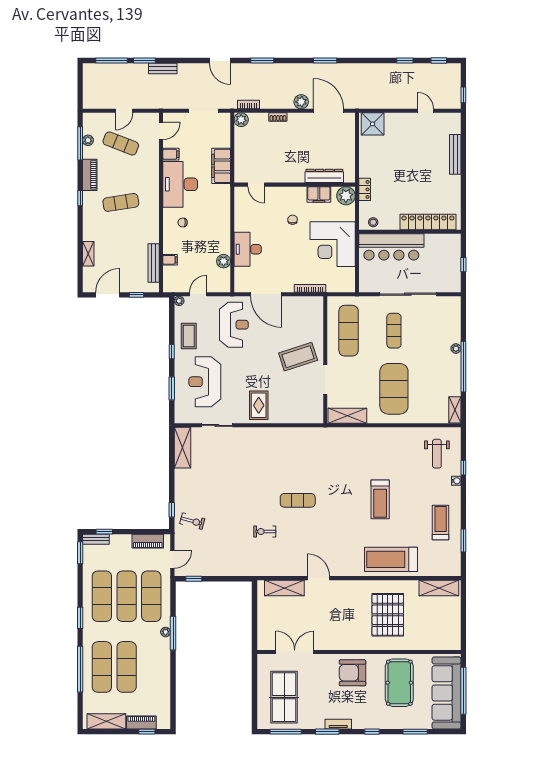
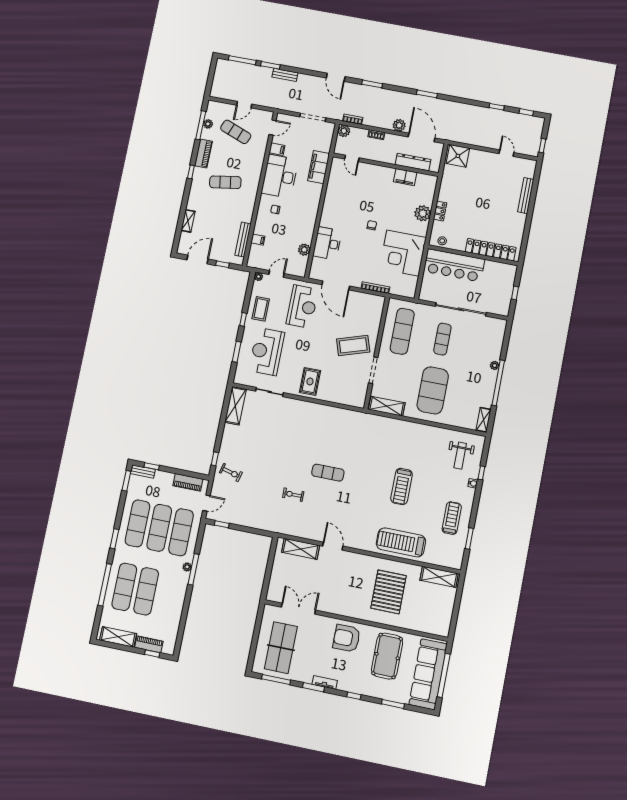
dresser: (324, 176) -> (413, 162), moved
door: (256, 185) -> (352, 158), moved
wall: (295, 185) -> (386, 165), moved
filing cabinet: (319, 194) -> (405, 177), moved

